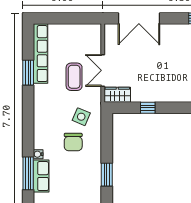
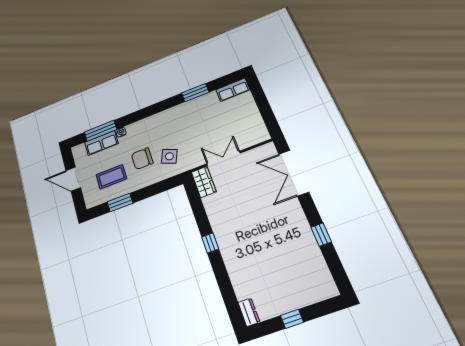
row of seats: (41, 54) -> (233, 90), width x0.50
coffee table: (74, 77) -> (111, 177), moved
window: (148, 108) -> (210, 243), moved

